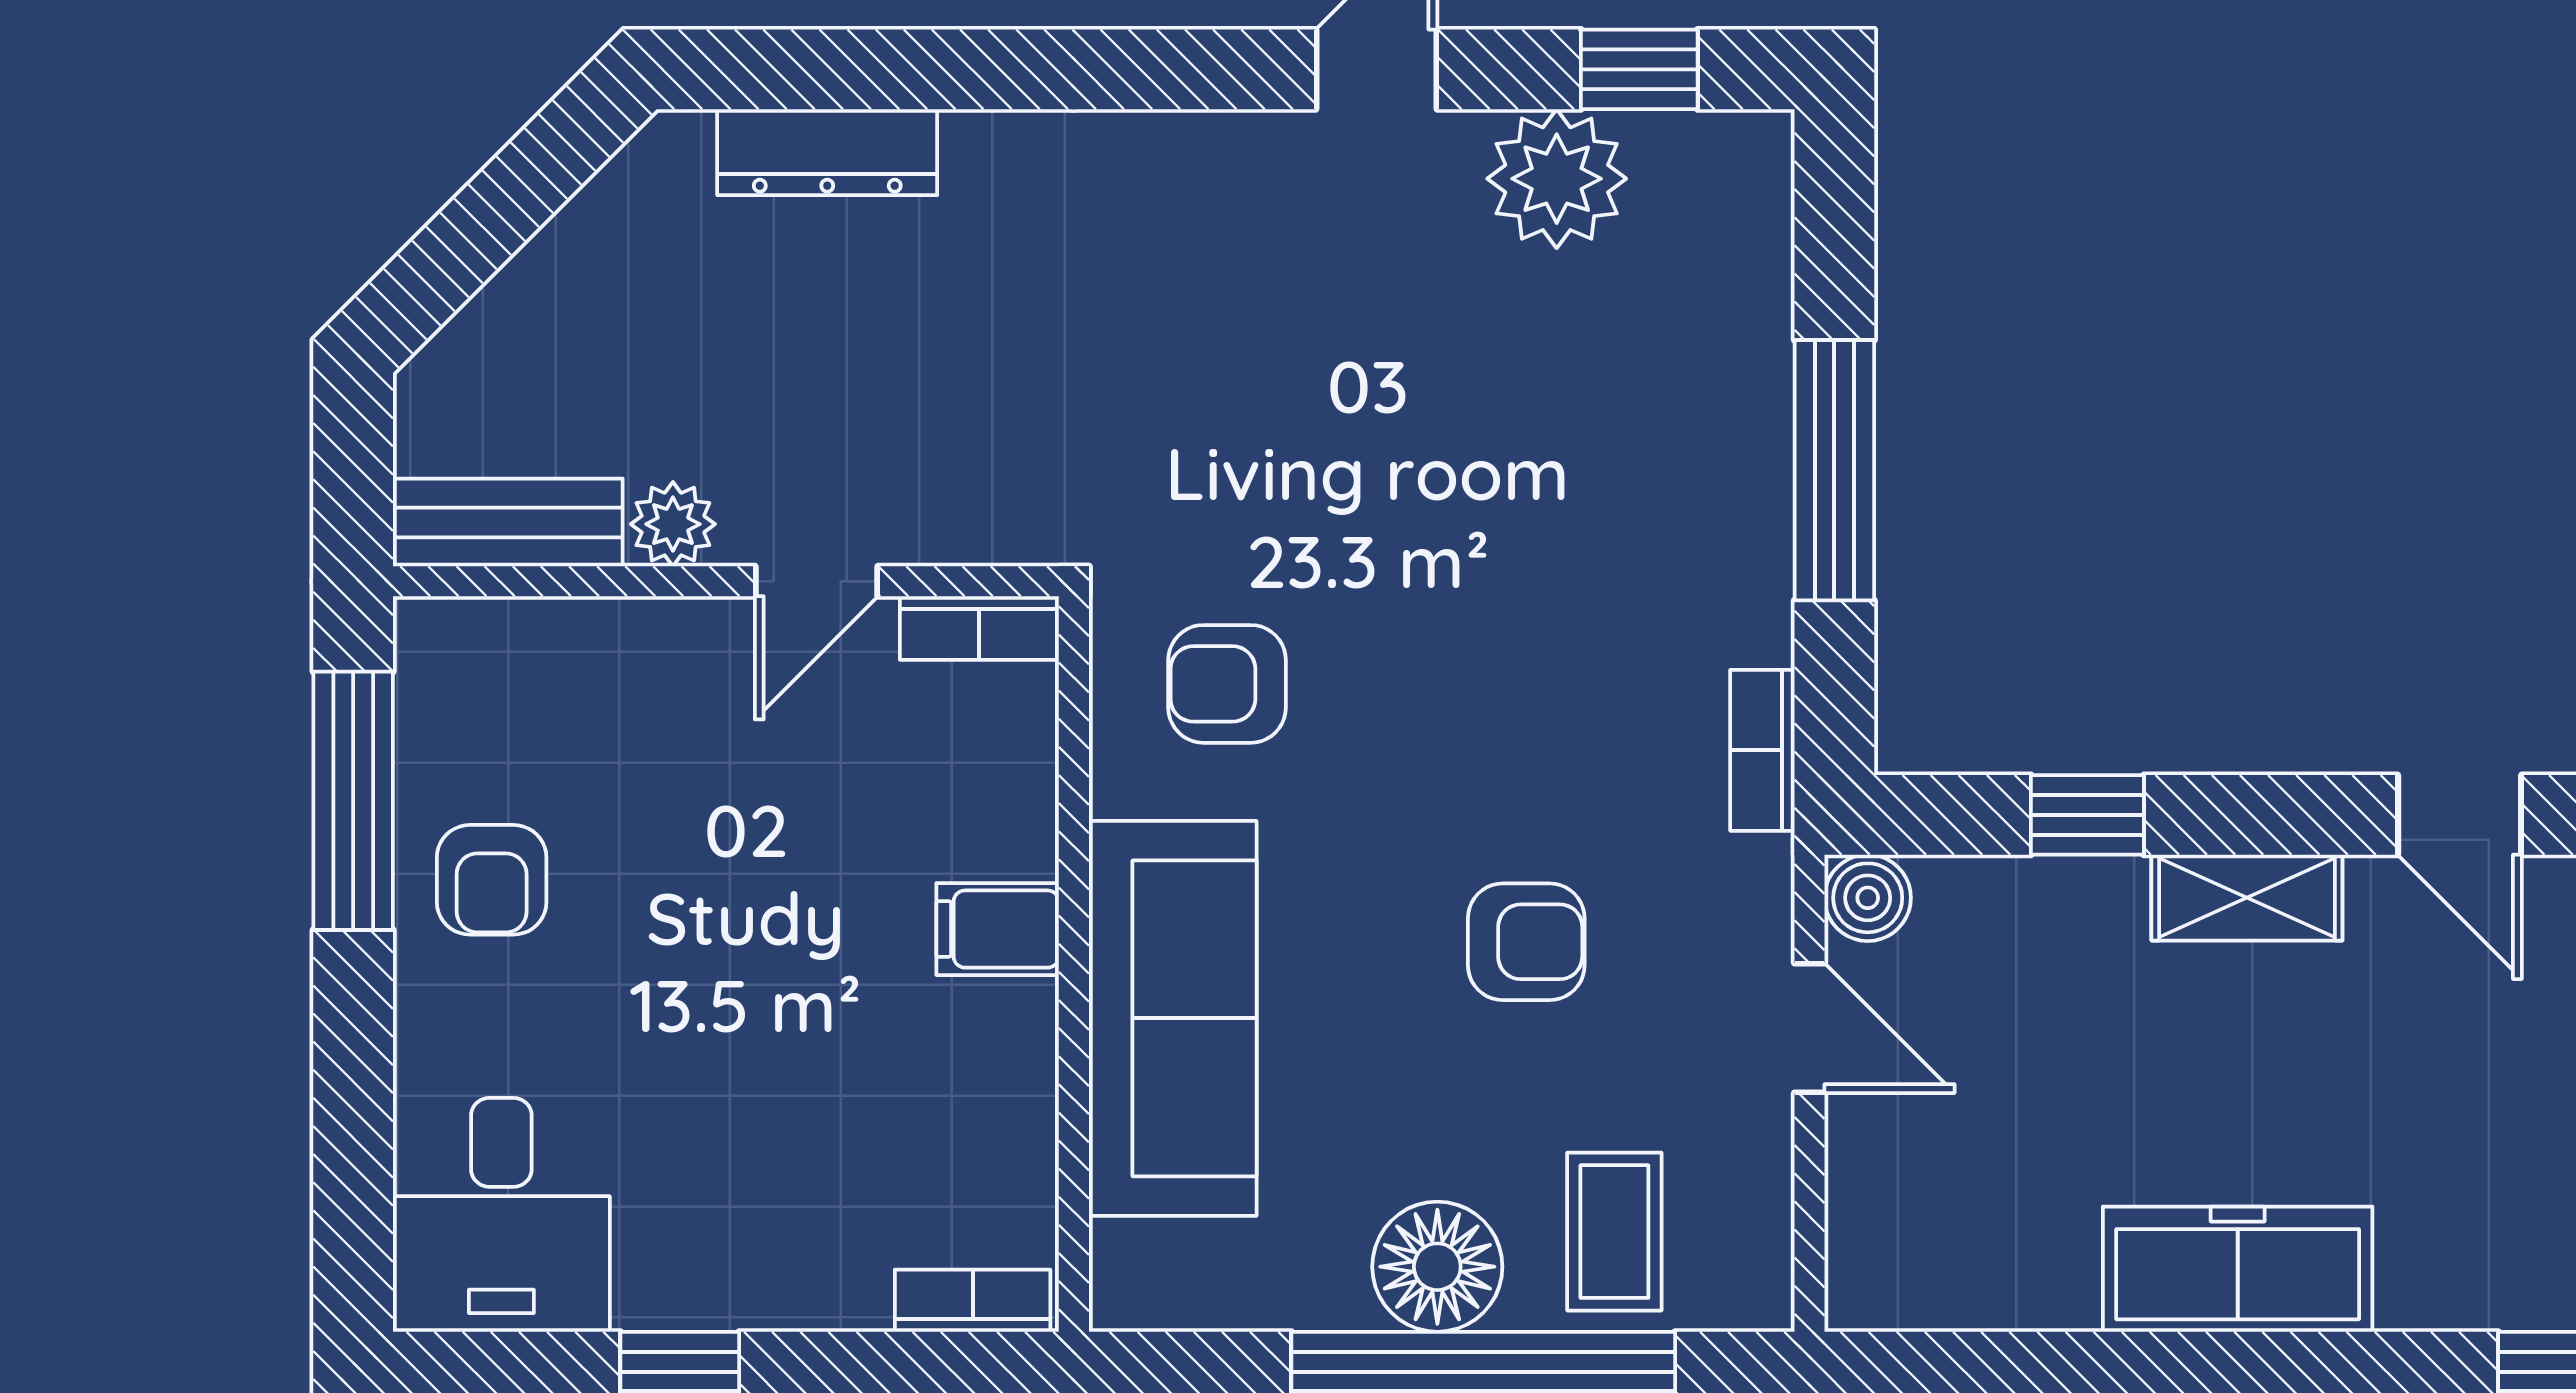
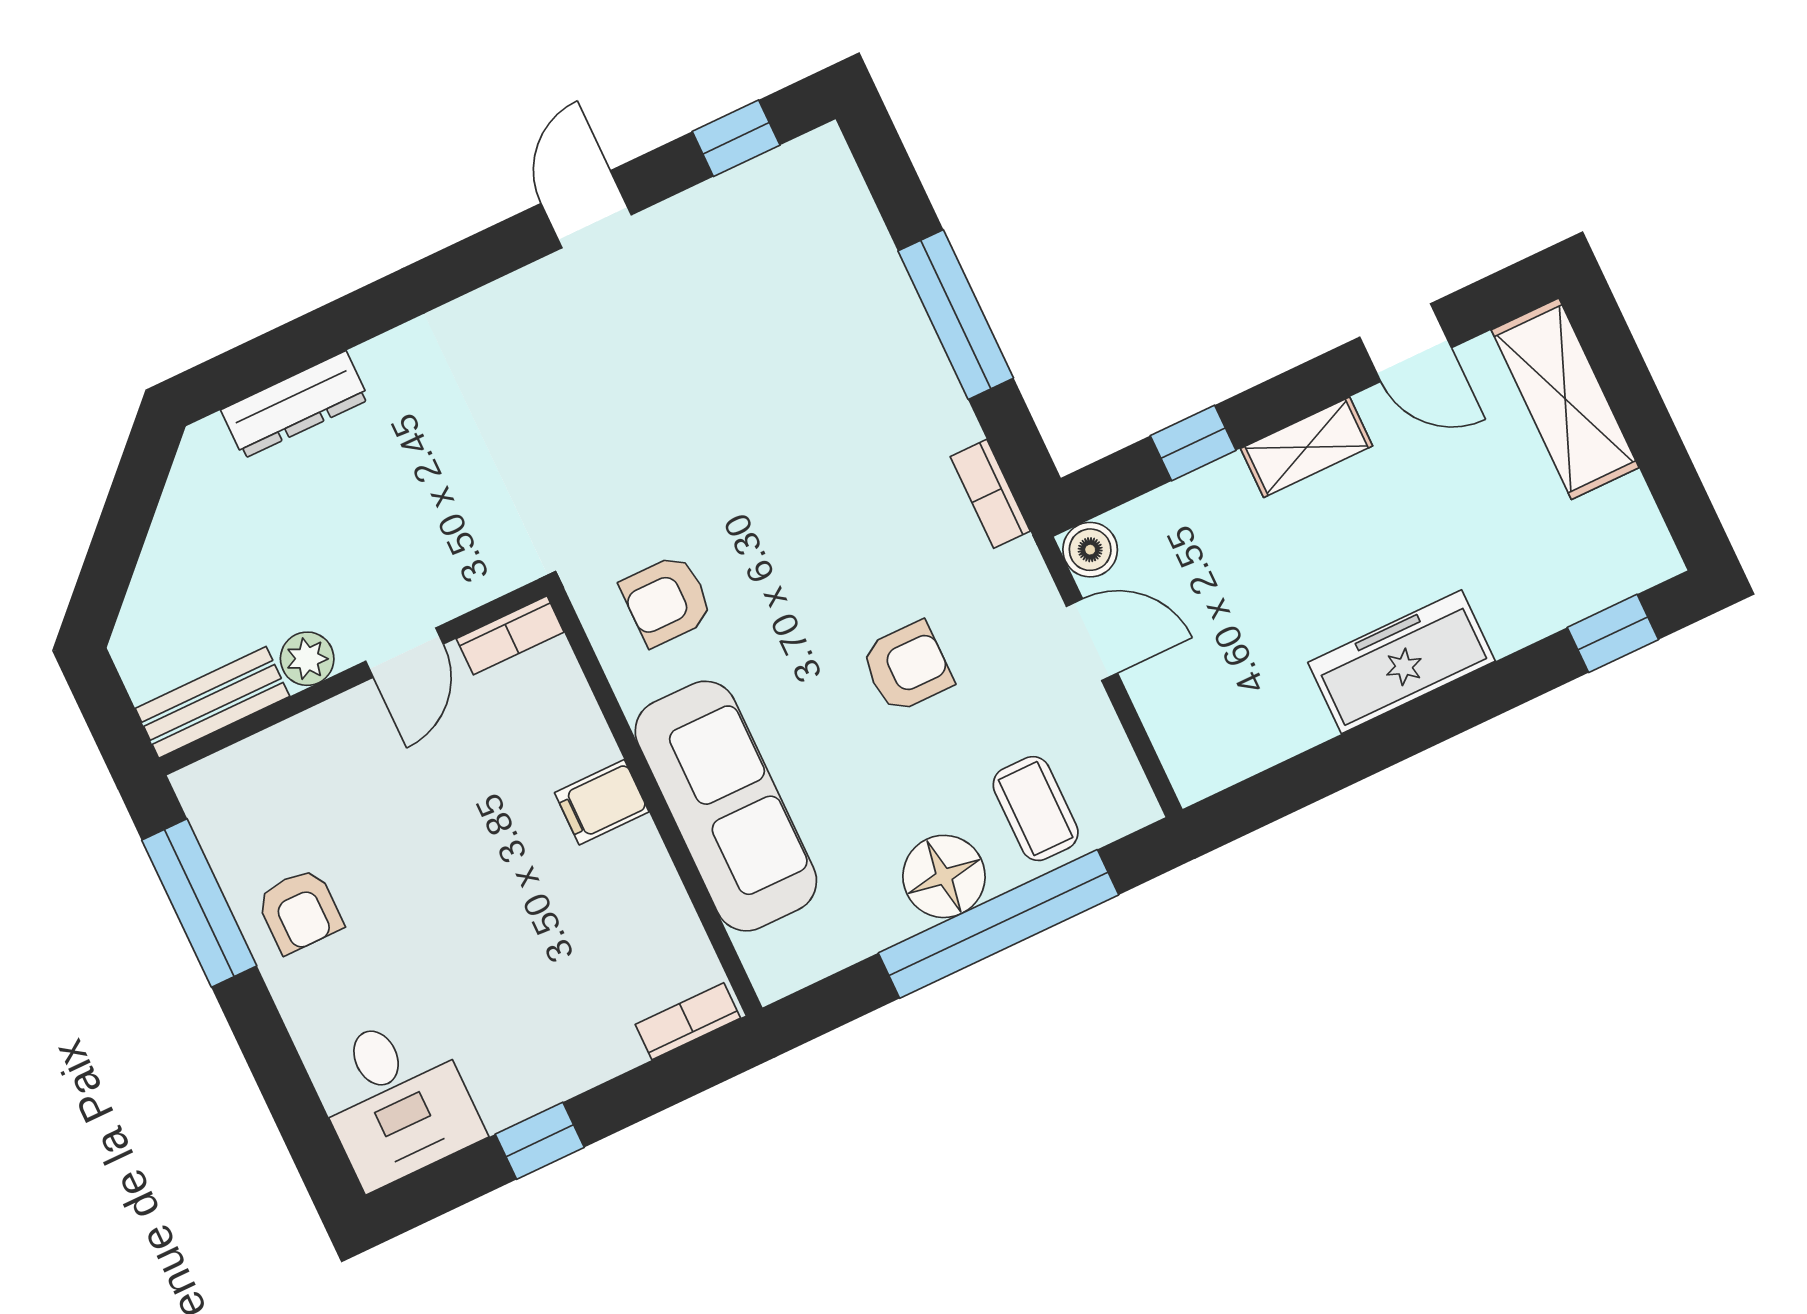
plant: (1557, 179) -> (718, 223), removed

